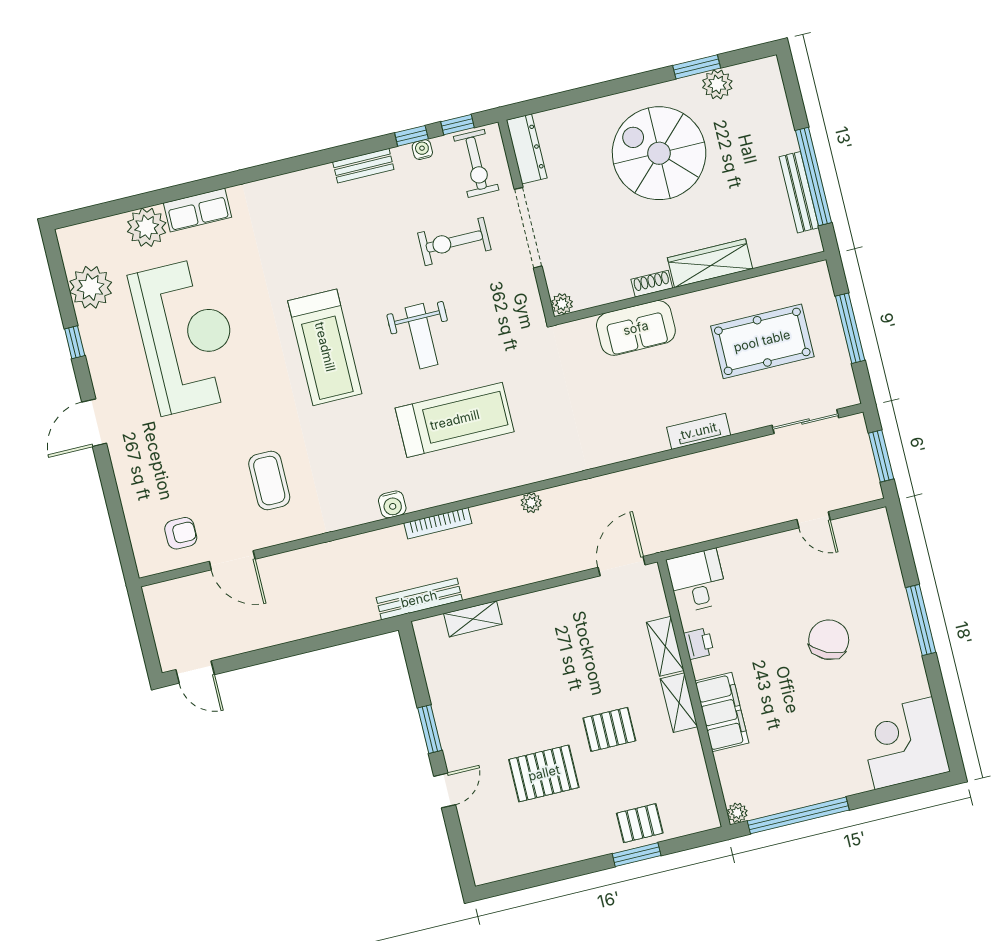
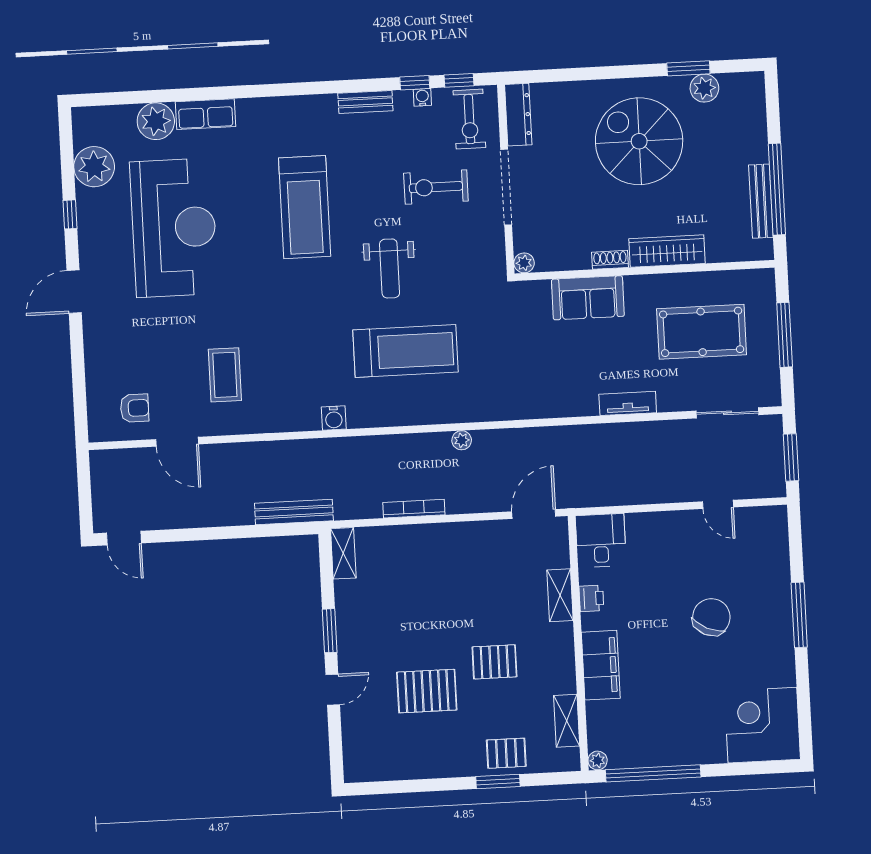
treadmill: (325, 347) -> (305, 207), moved
bookcase: (438, 523) -> (414, 509), moved, turned 180
bench: (419, 599) -> (294, 512), moved
shelving: (473, 619) -> (343, 553), moved, turned 90
shelving: (679, 703) -> (567, 721), moved

